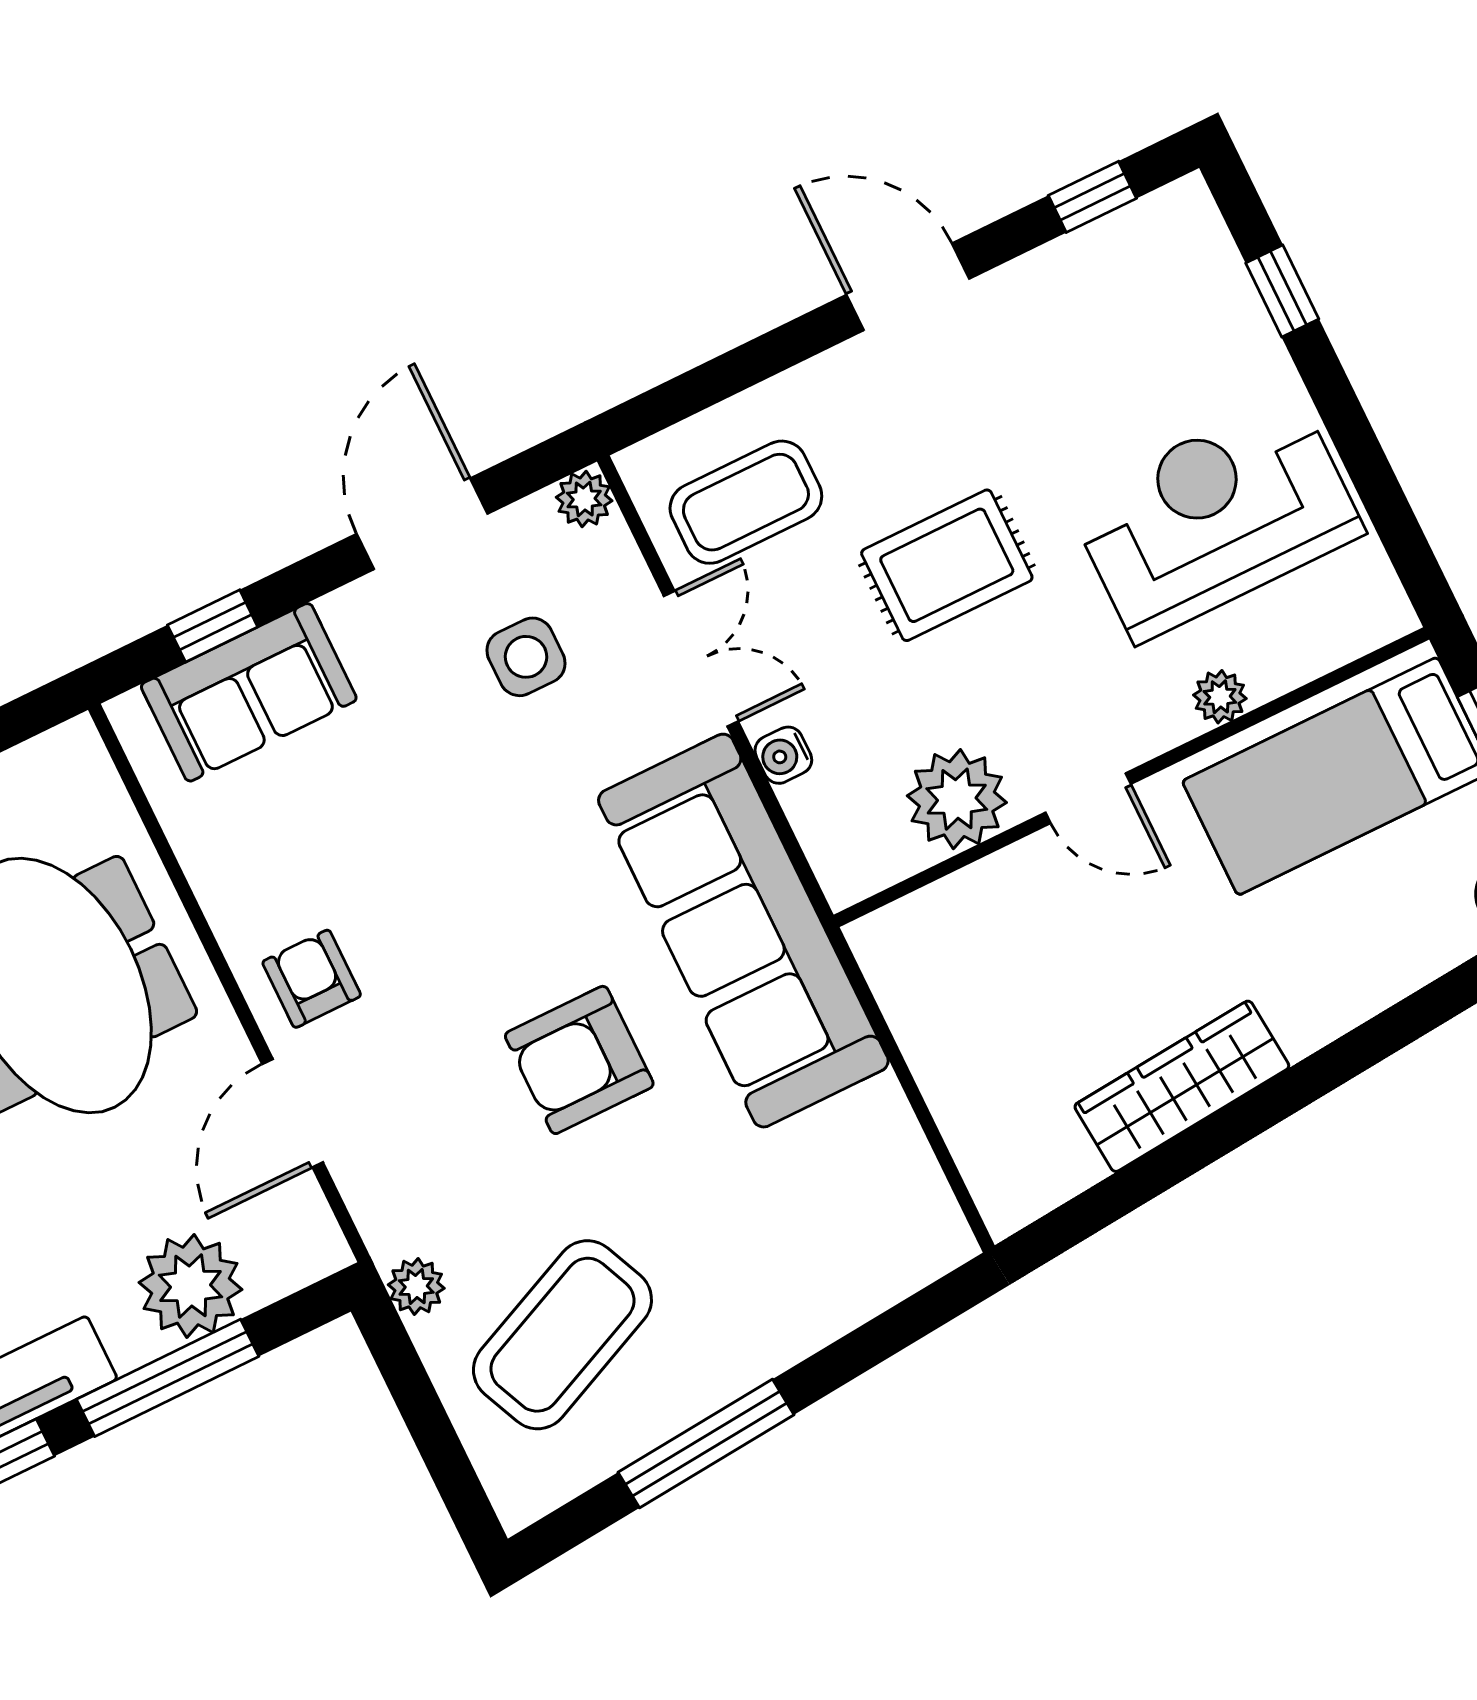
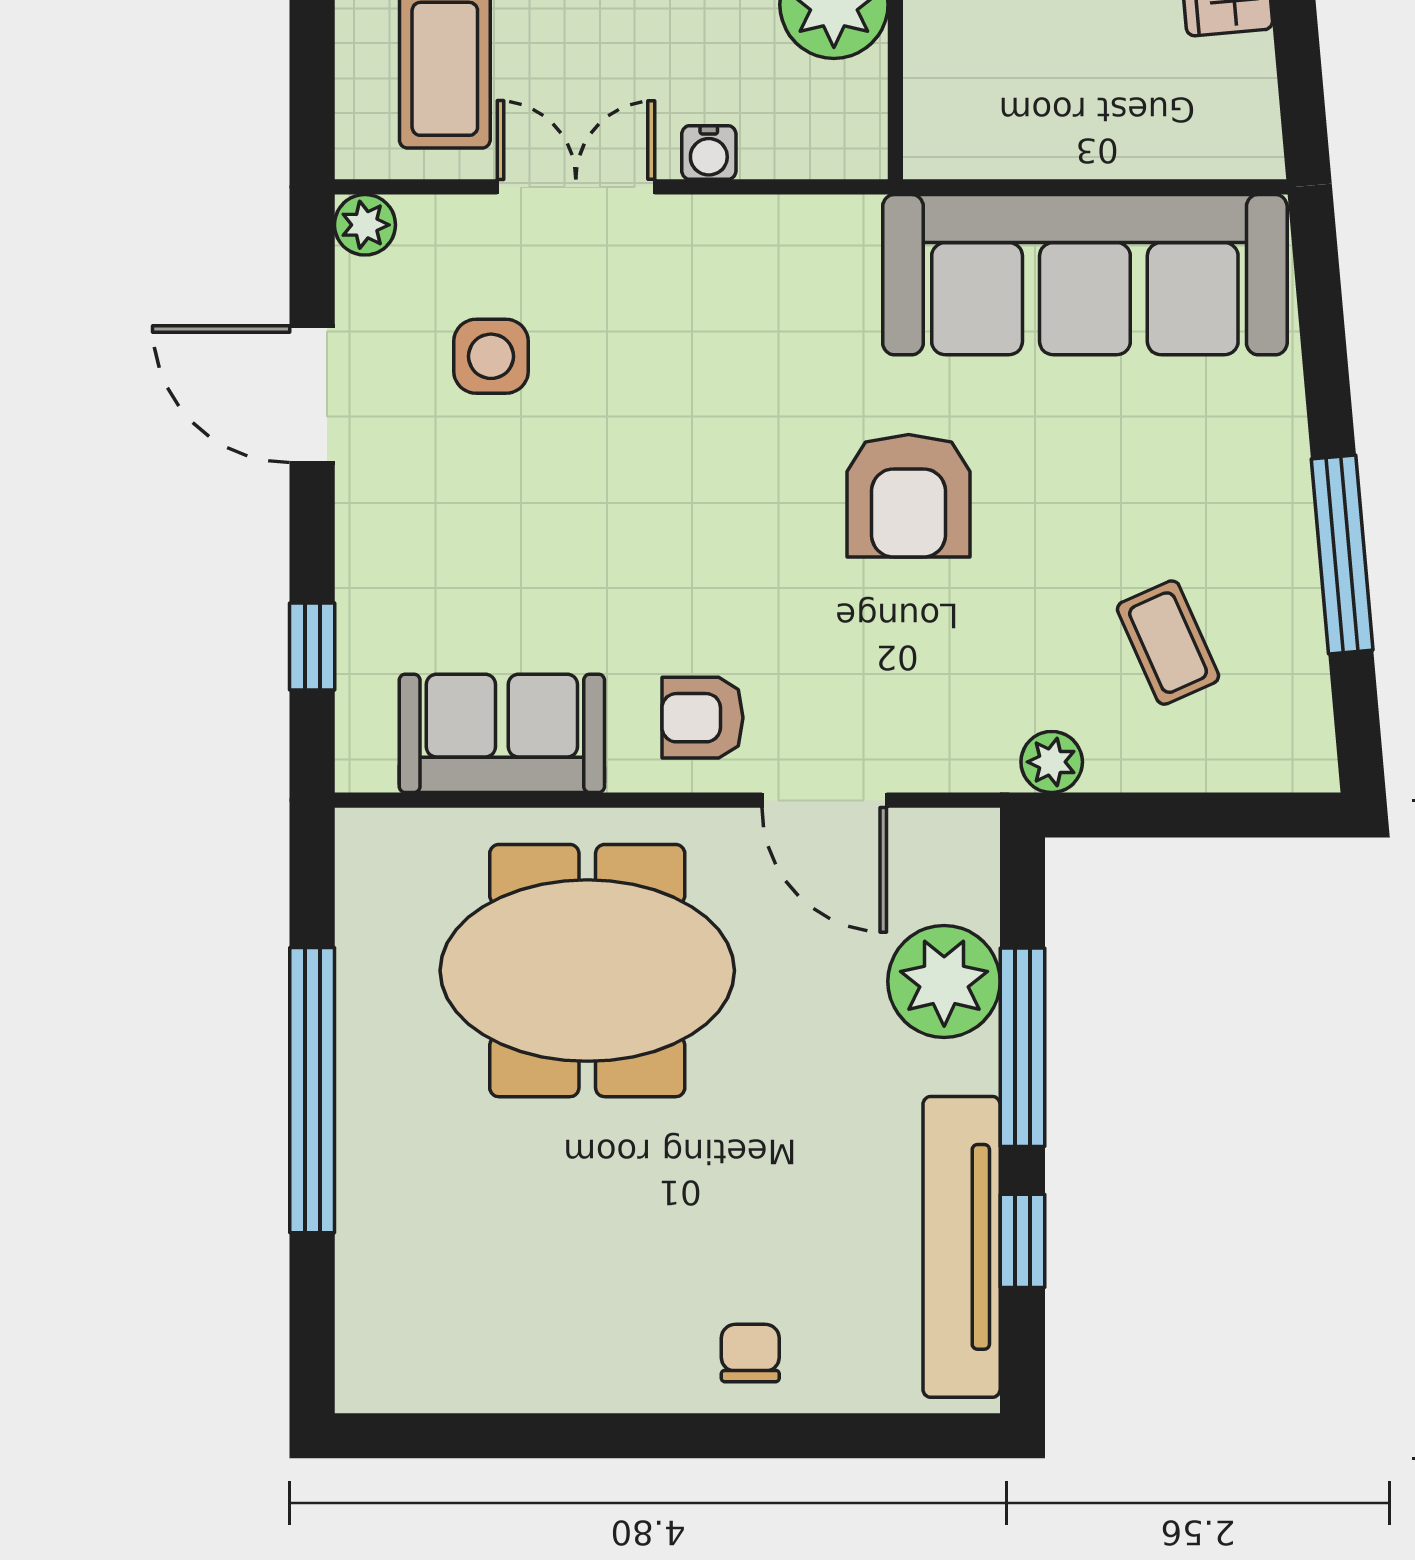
sofa: (249, 692) -> (502, 733), moved, turned -90
sofa: (743, 931) -> (1085, 275), moved
coffee table: (562, 1335) -> (1168, 643), width x0.54, depth x0.58

